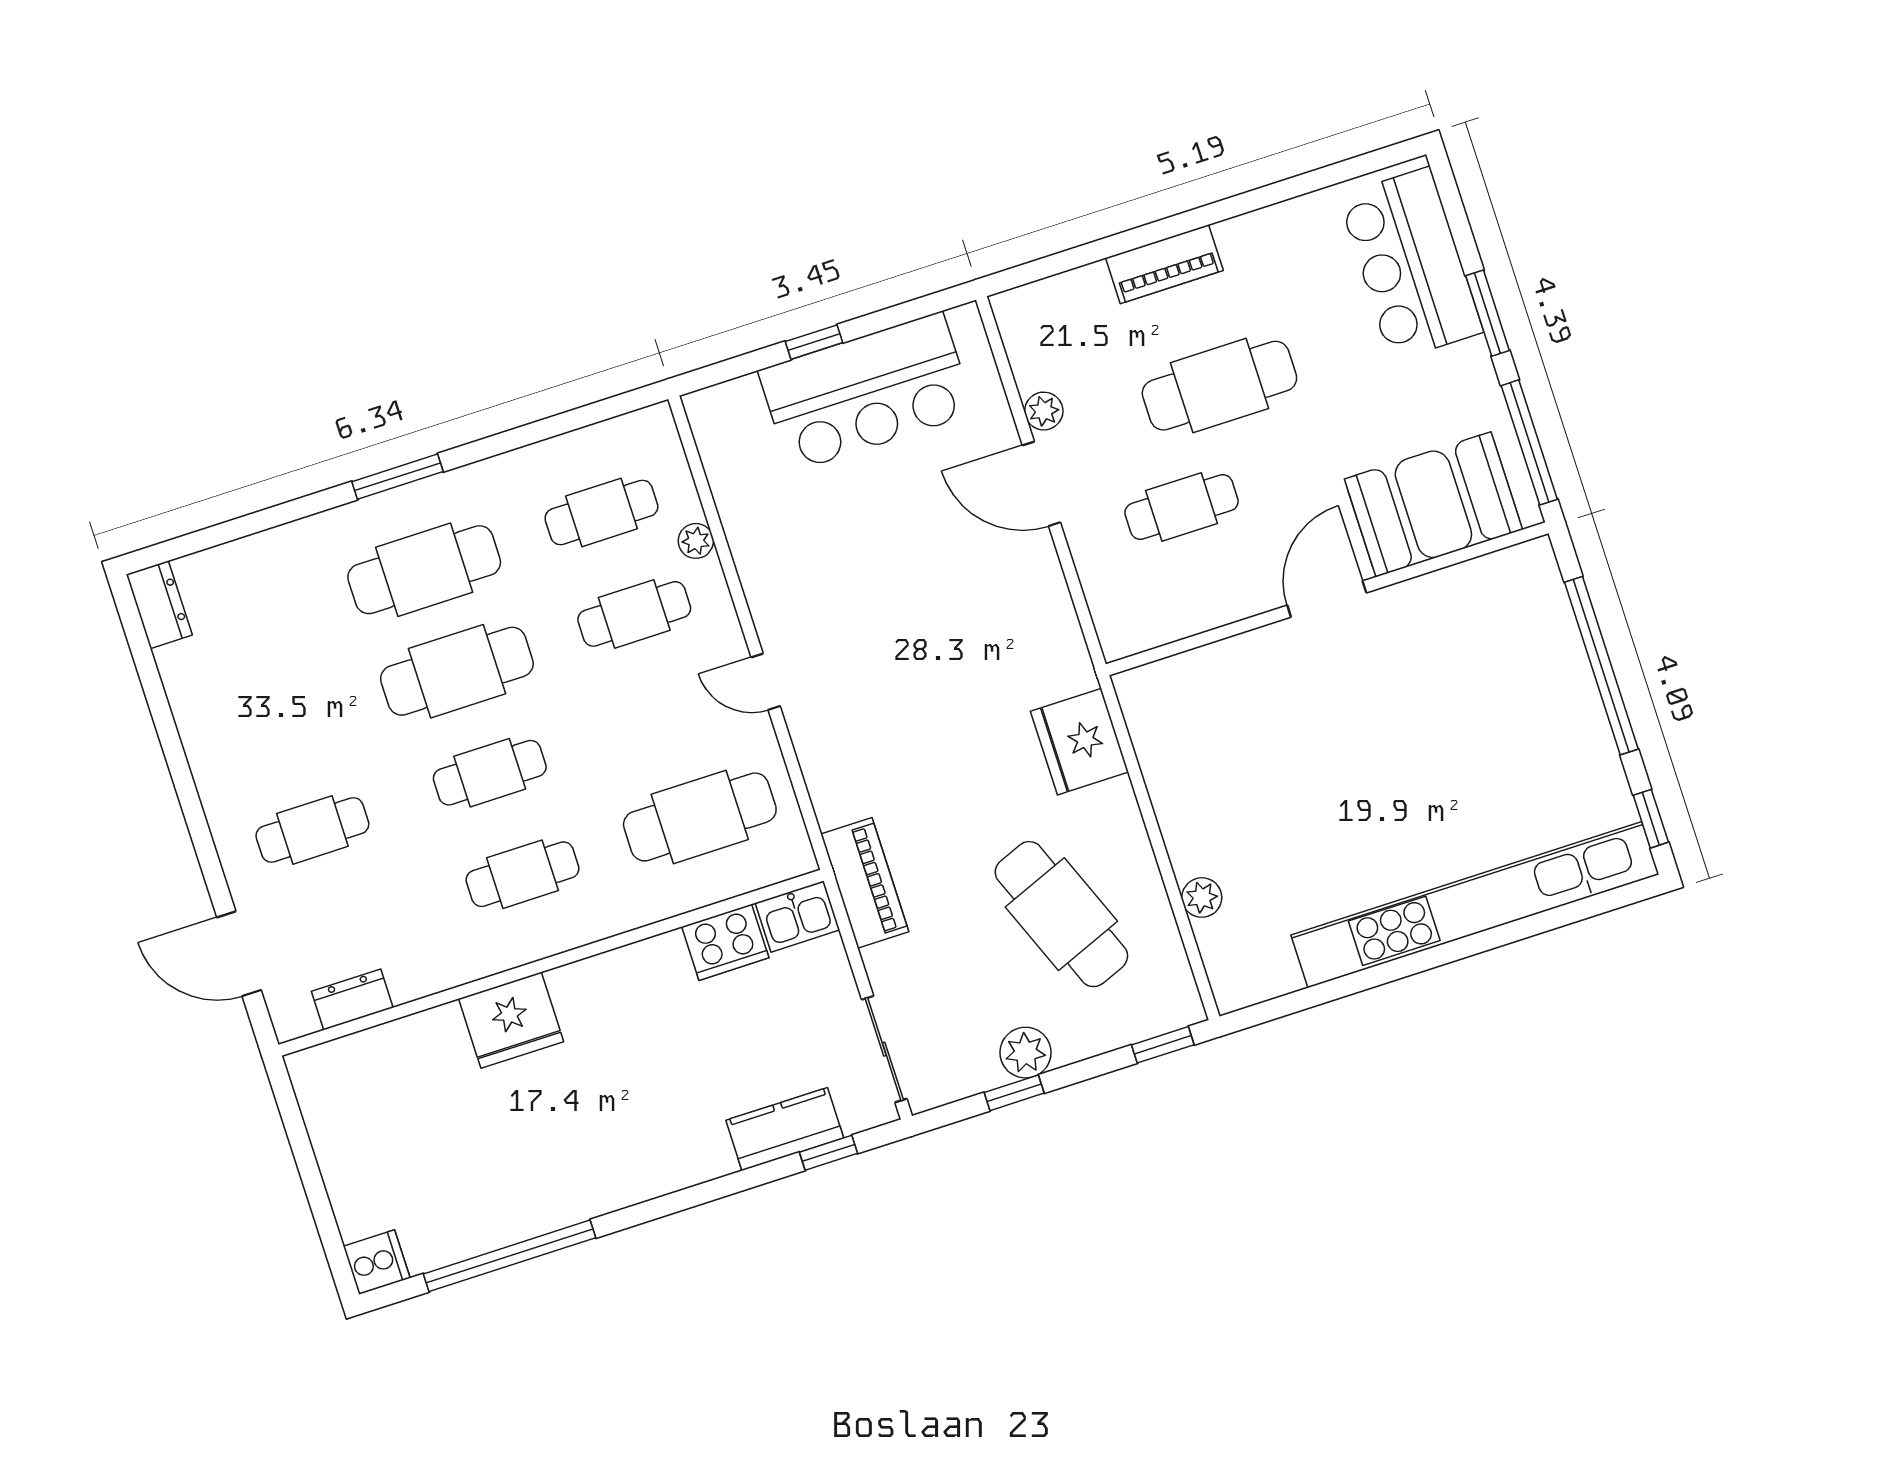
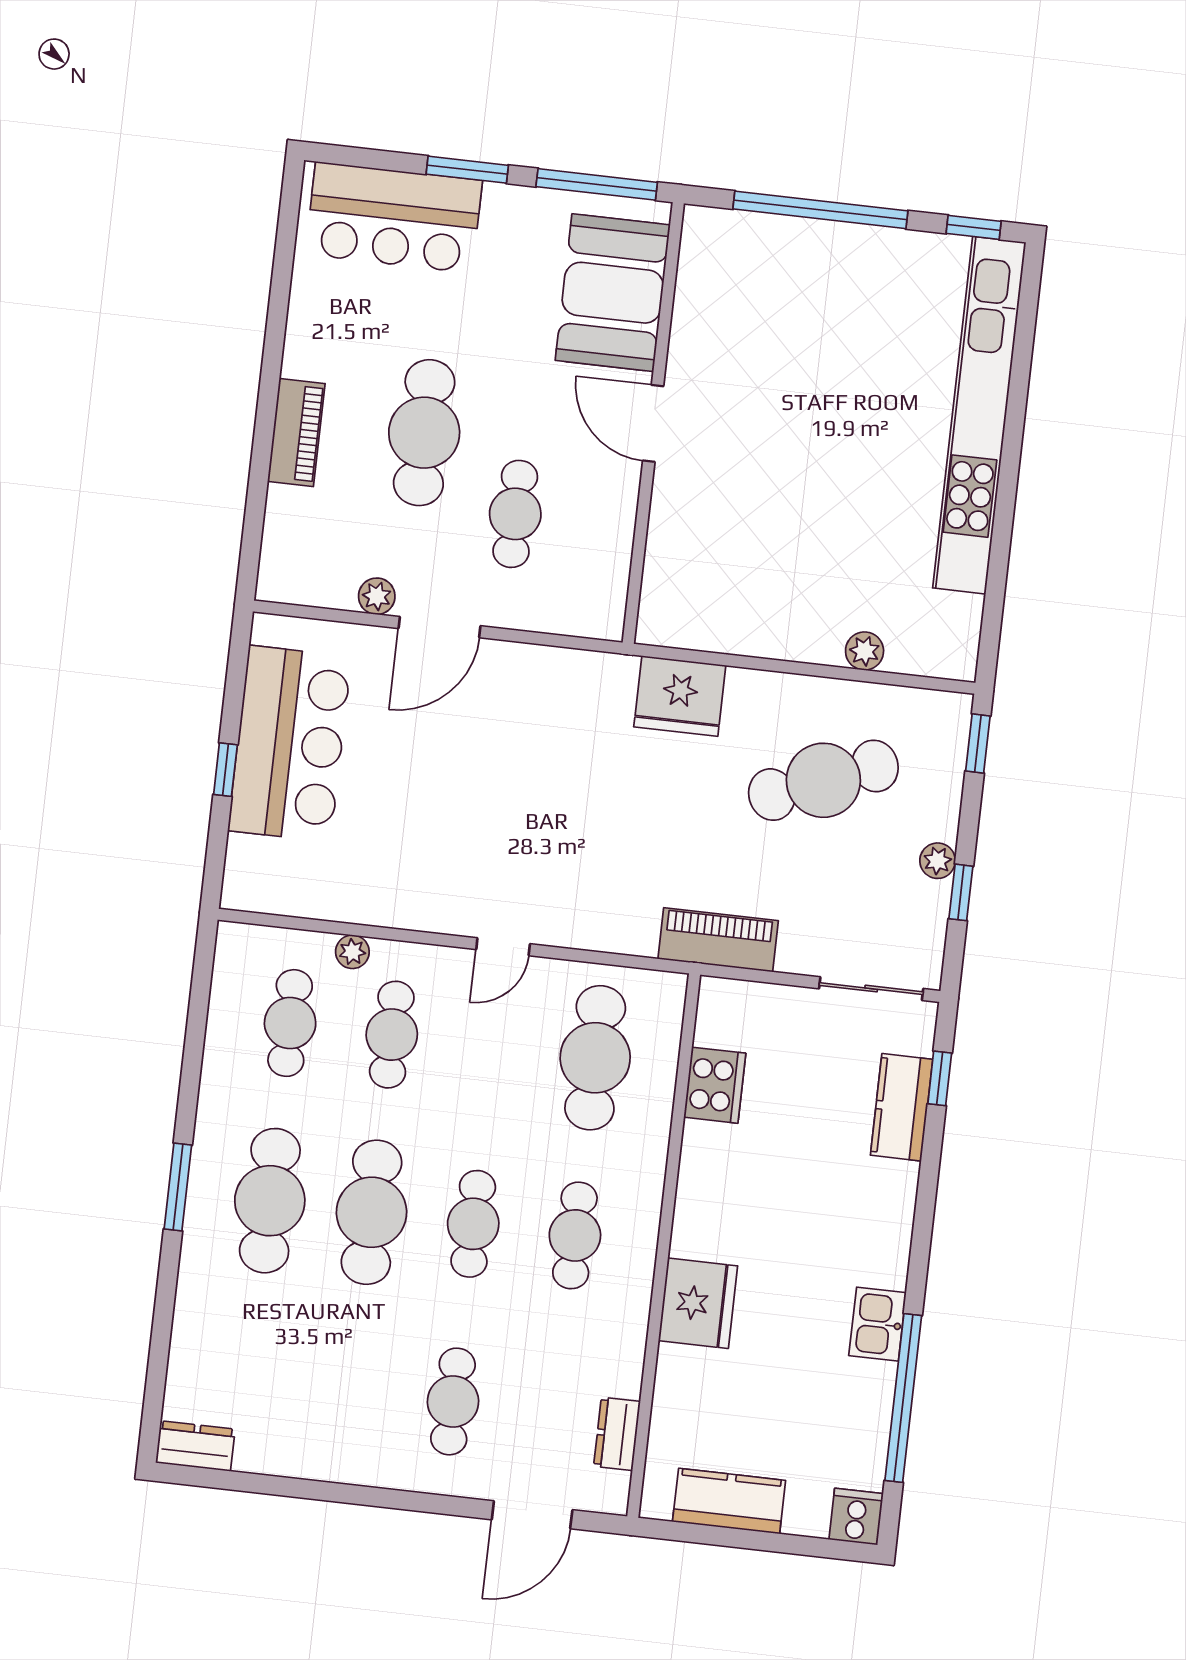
kitchen sink: (797, 916) -> (877, 1324), moved, turned 180
plant: (1026, 1053) -> (938, 861), width x0.73, depth x0.73
kitchen counter: (337, 1135) -> (729, 1501), added

